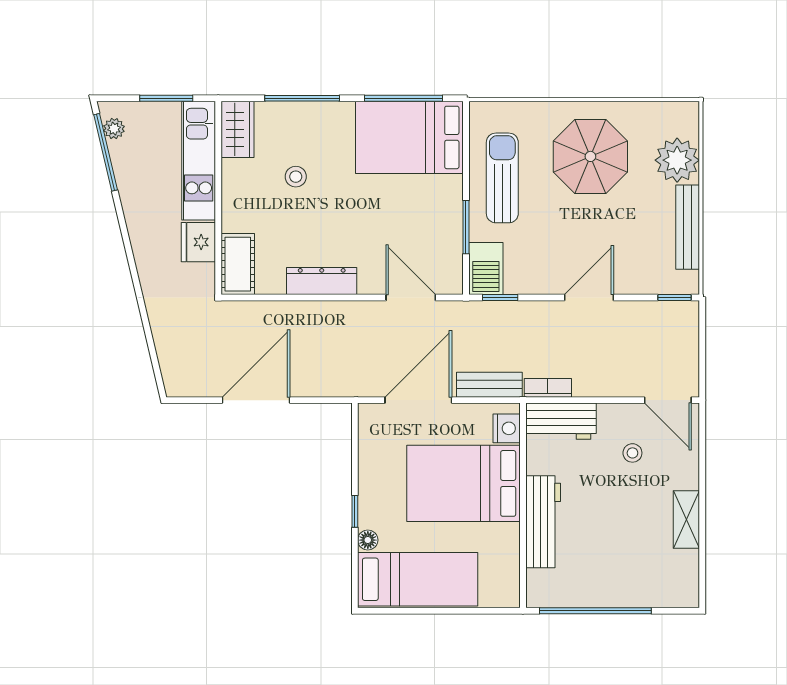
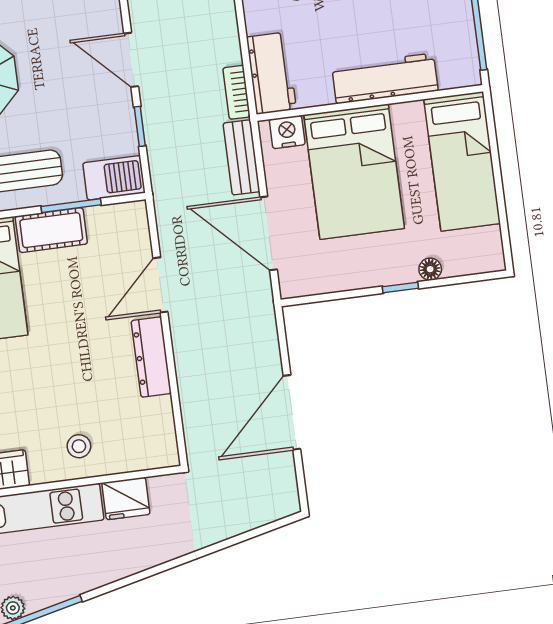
stool: (296, 177) -> (79, 446), moved
cot: (238, 264) -> (51, 230), moved
door: (411, 298) -> (160, 285), moved
window: (500, 298) -> (140, 126), moved
door: (256, 400) -> (292, 412), hinge flipped
bed: (418, 579) -> (462, 161), moved, turned 180

